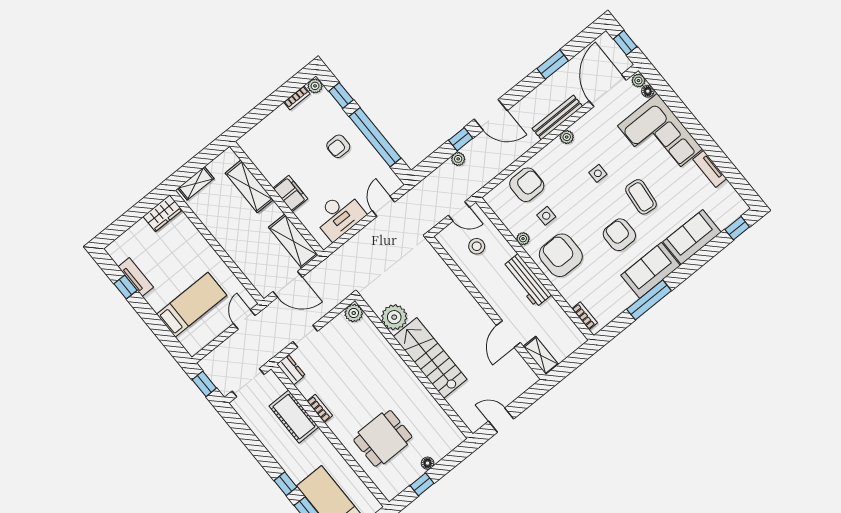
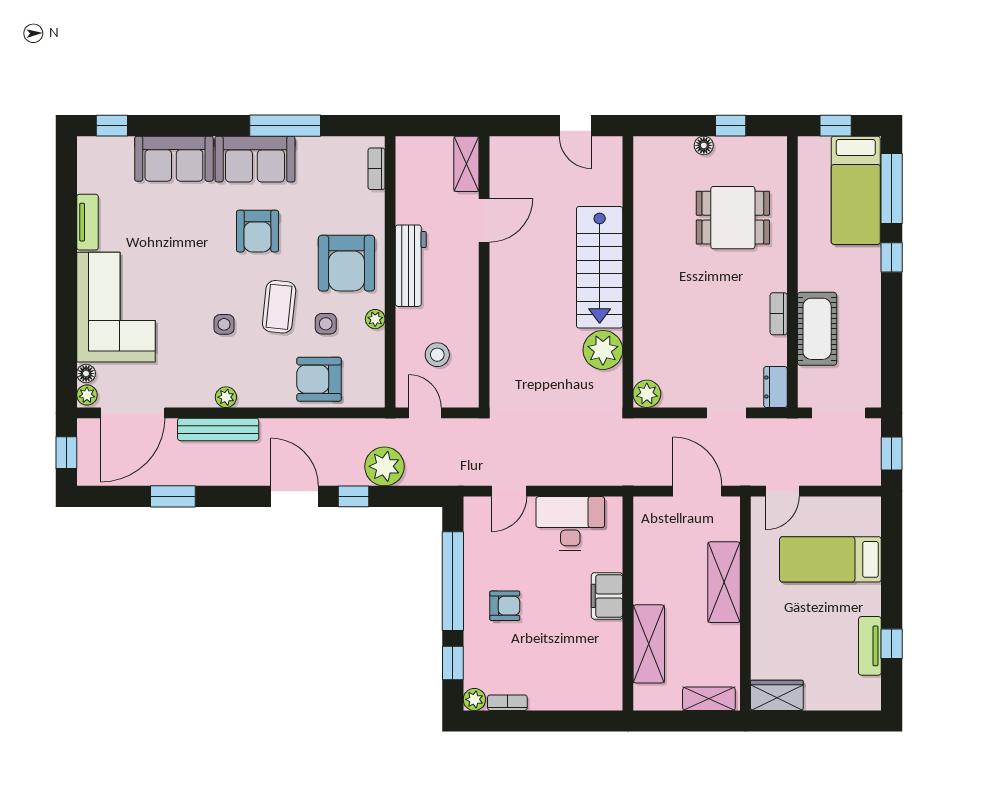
plant: (458, 159) -> (384, 466), width x1.88, depth x1.88
coffee table: (641, 197) -> (279, 307), moved
shelving: (293, 241) -> (724, 582), moved

